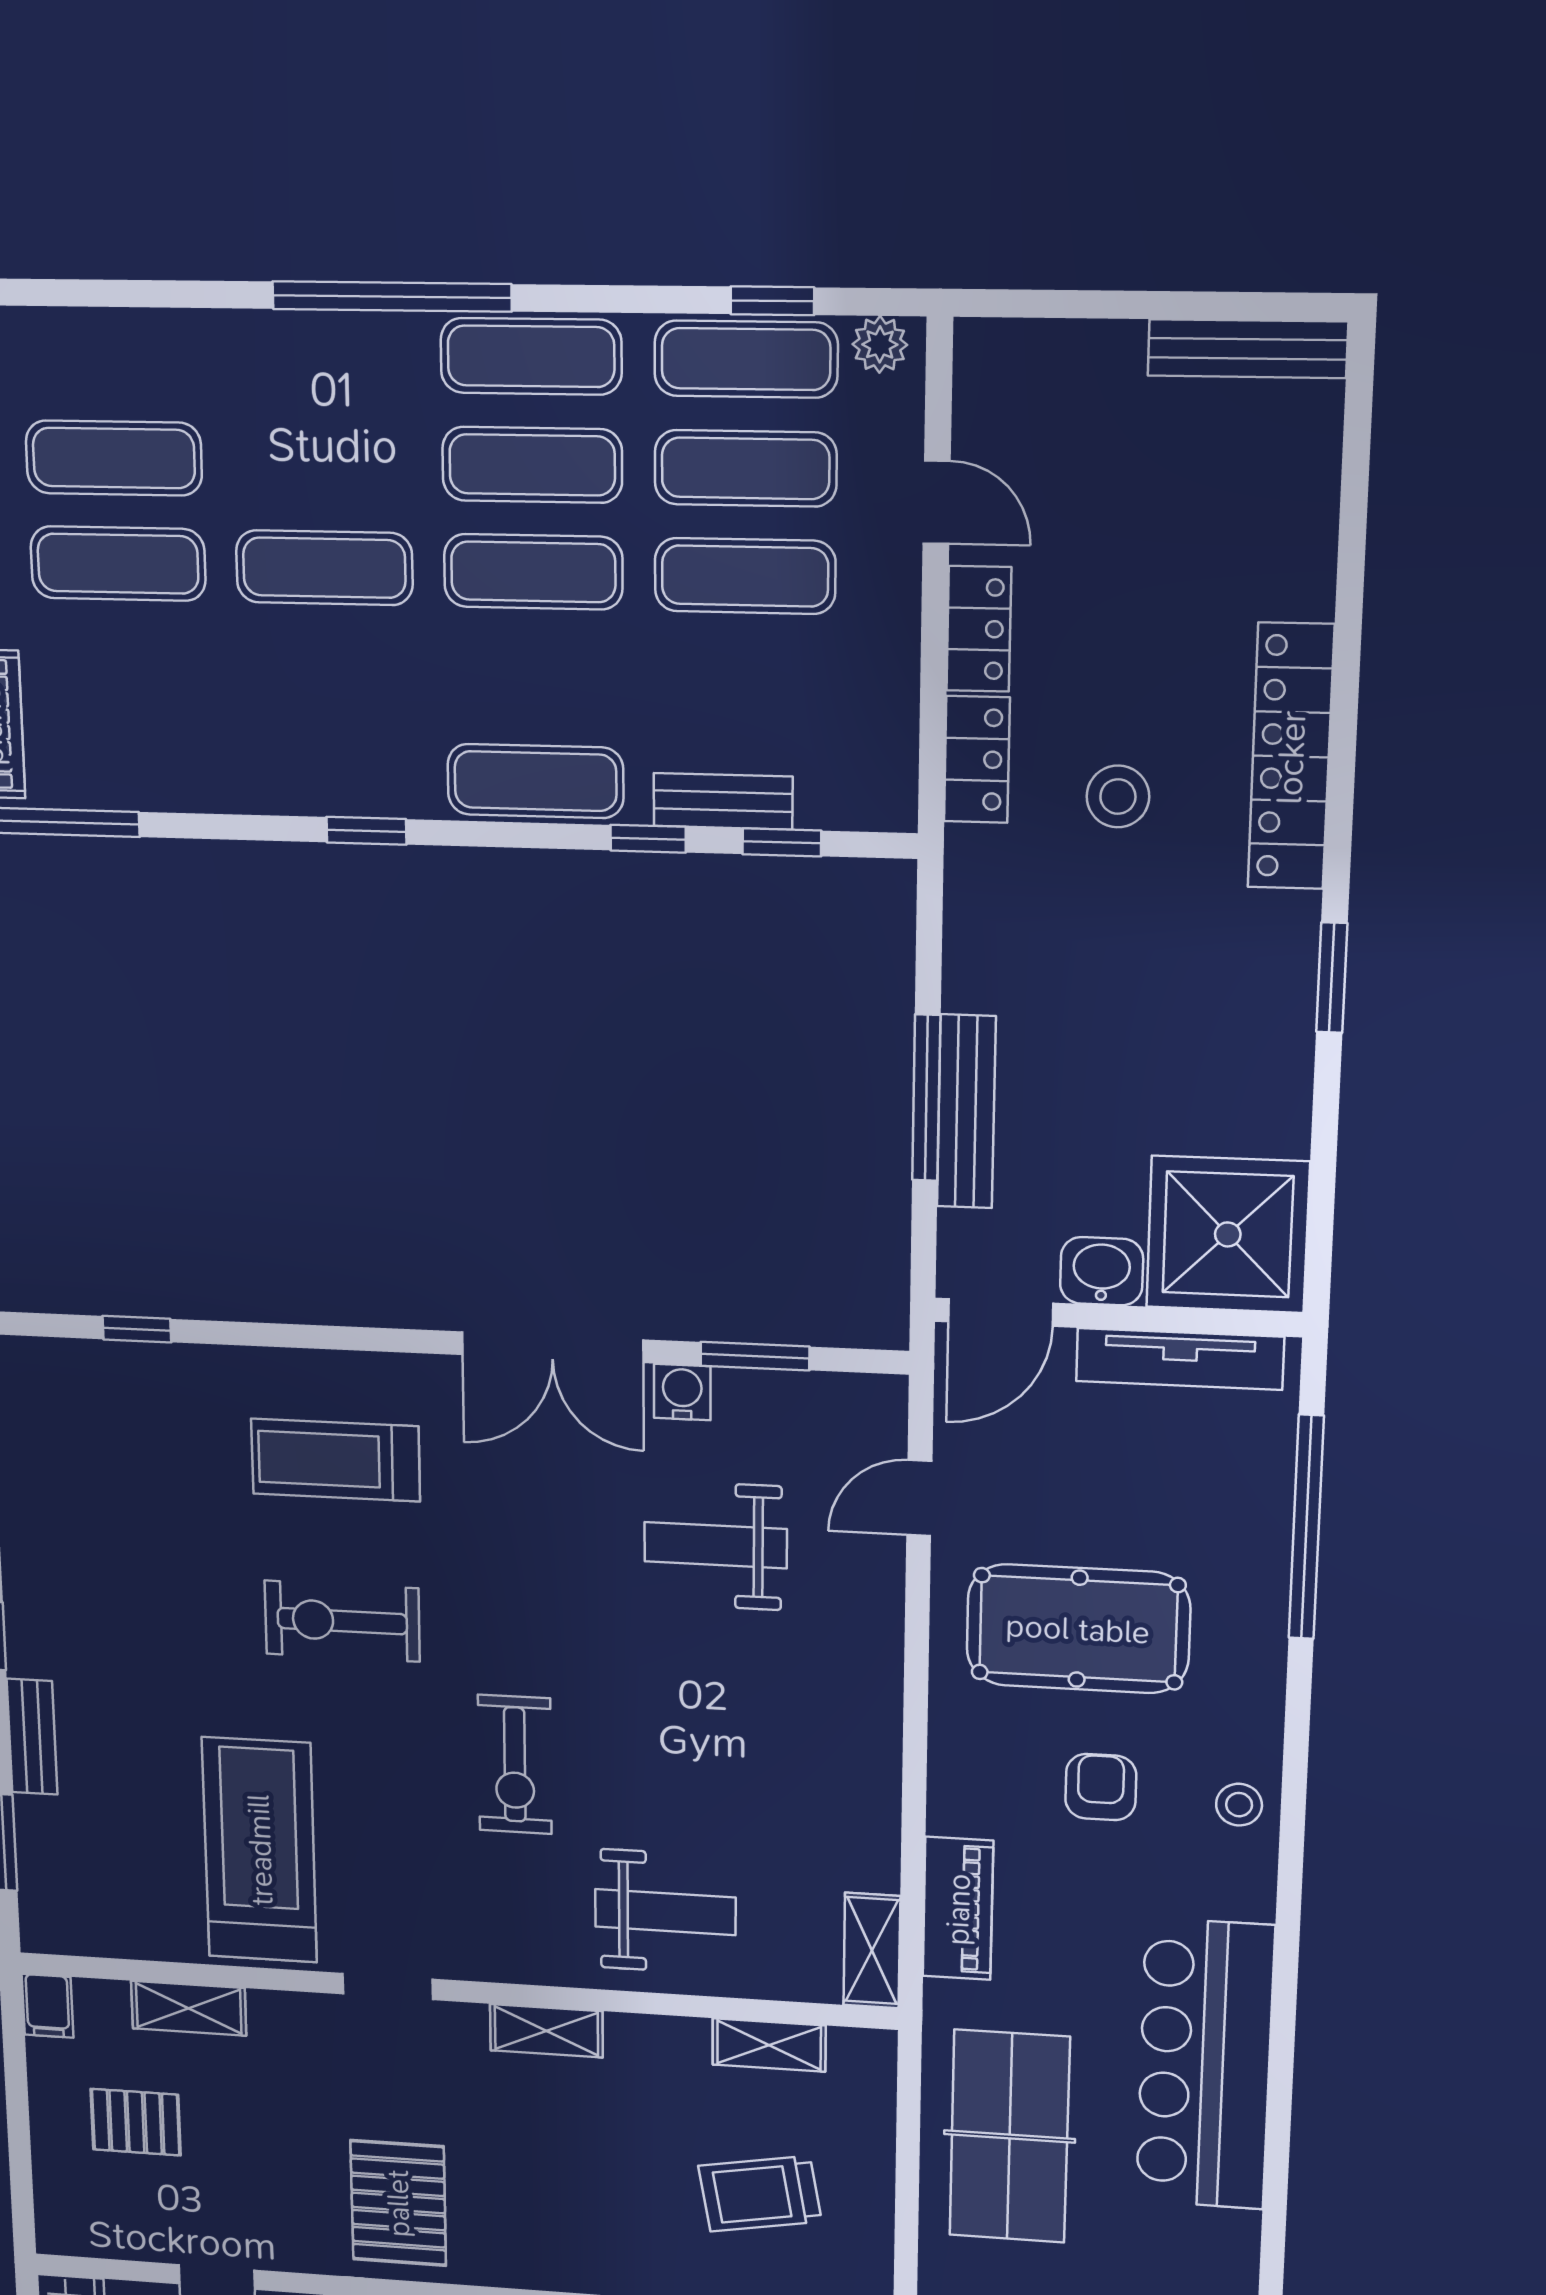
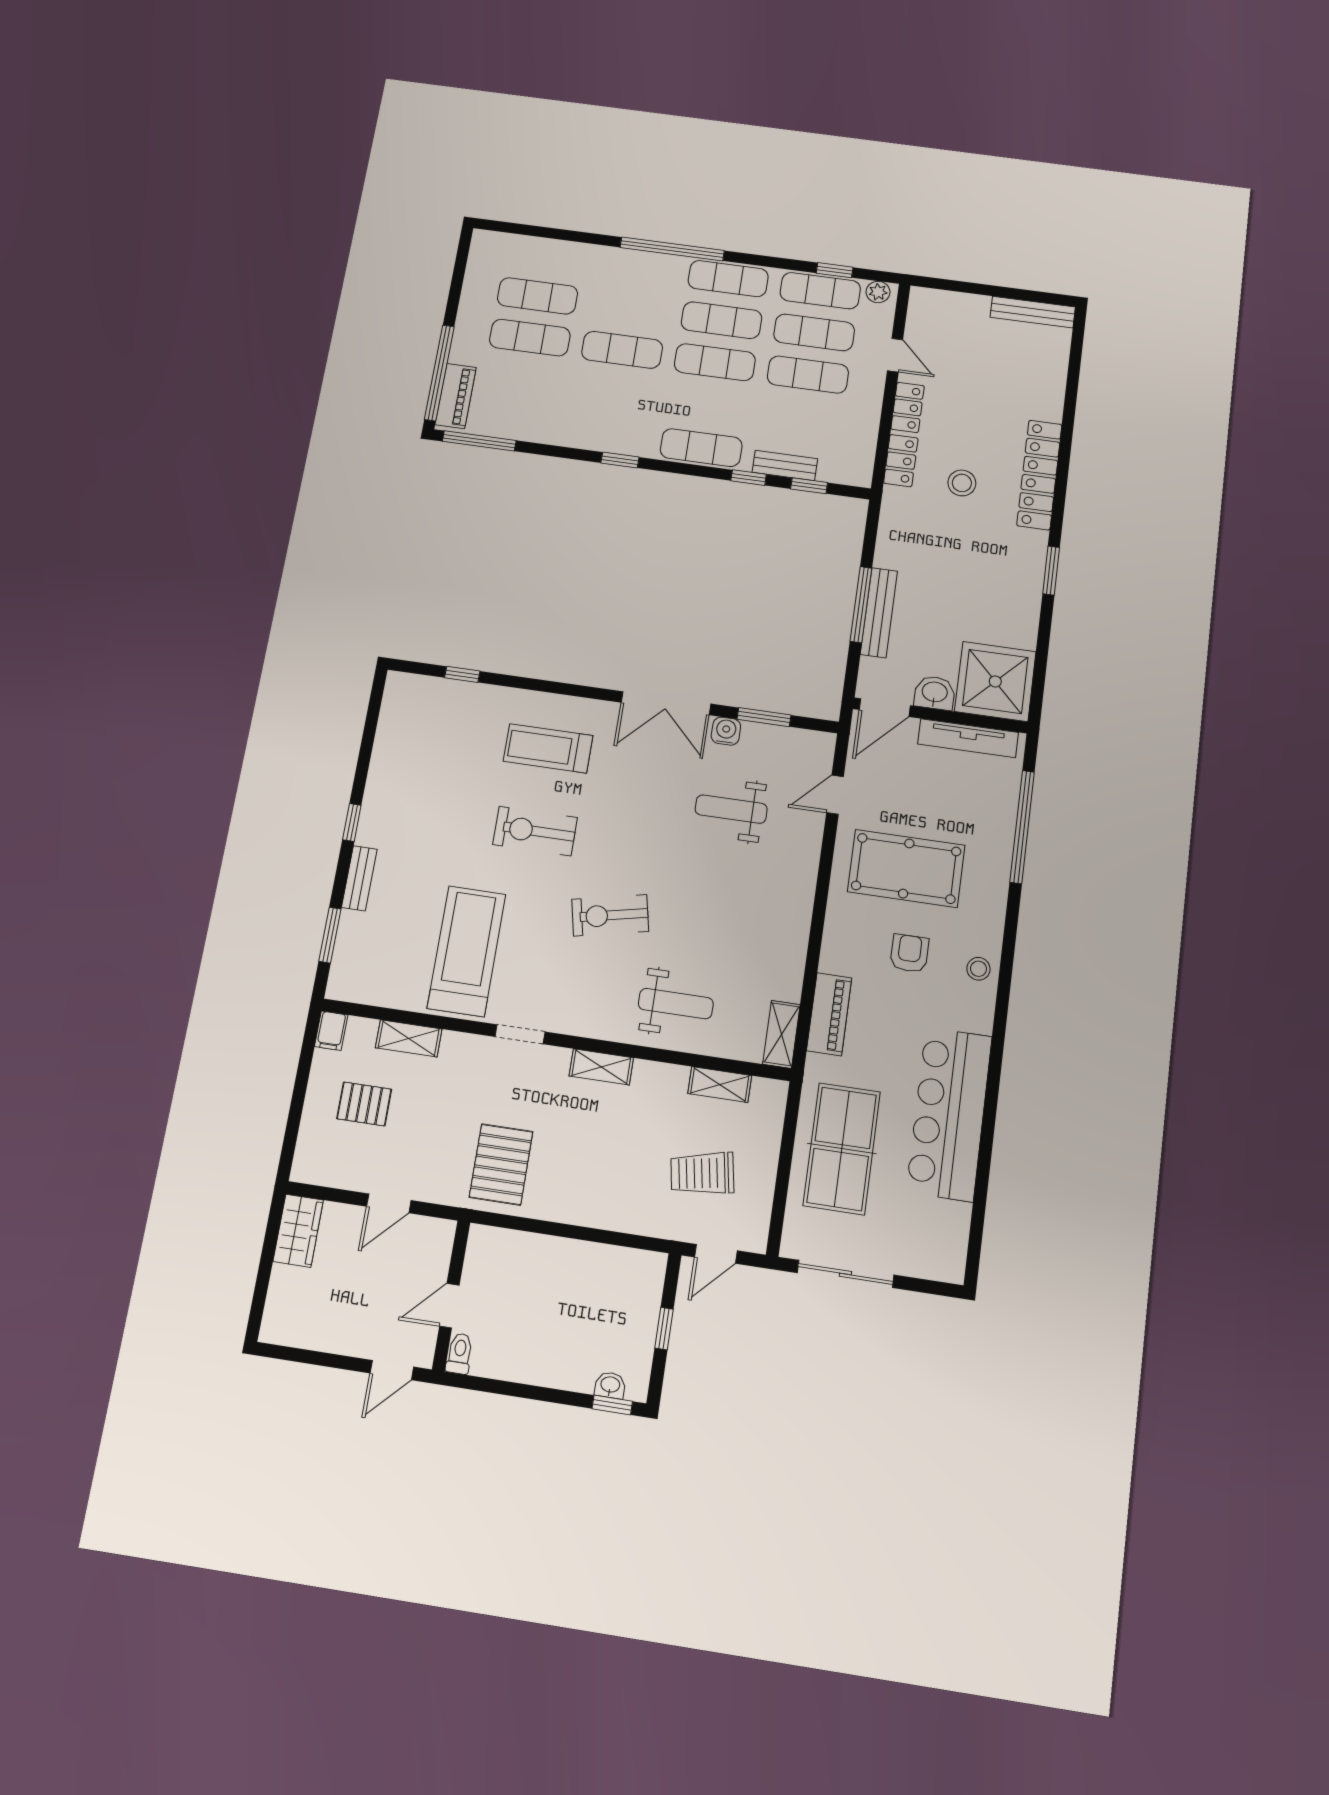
exercise bike: (515, 1764) -> (610, 915), turned 78

